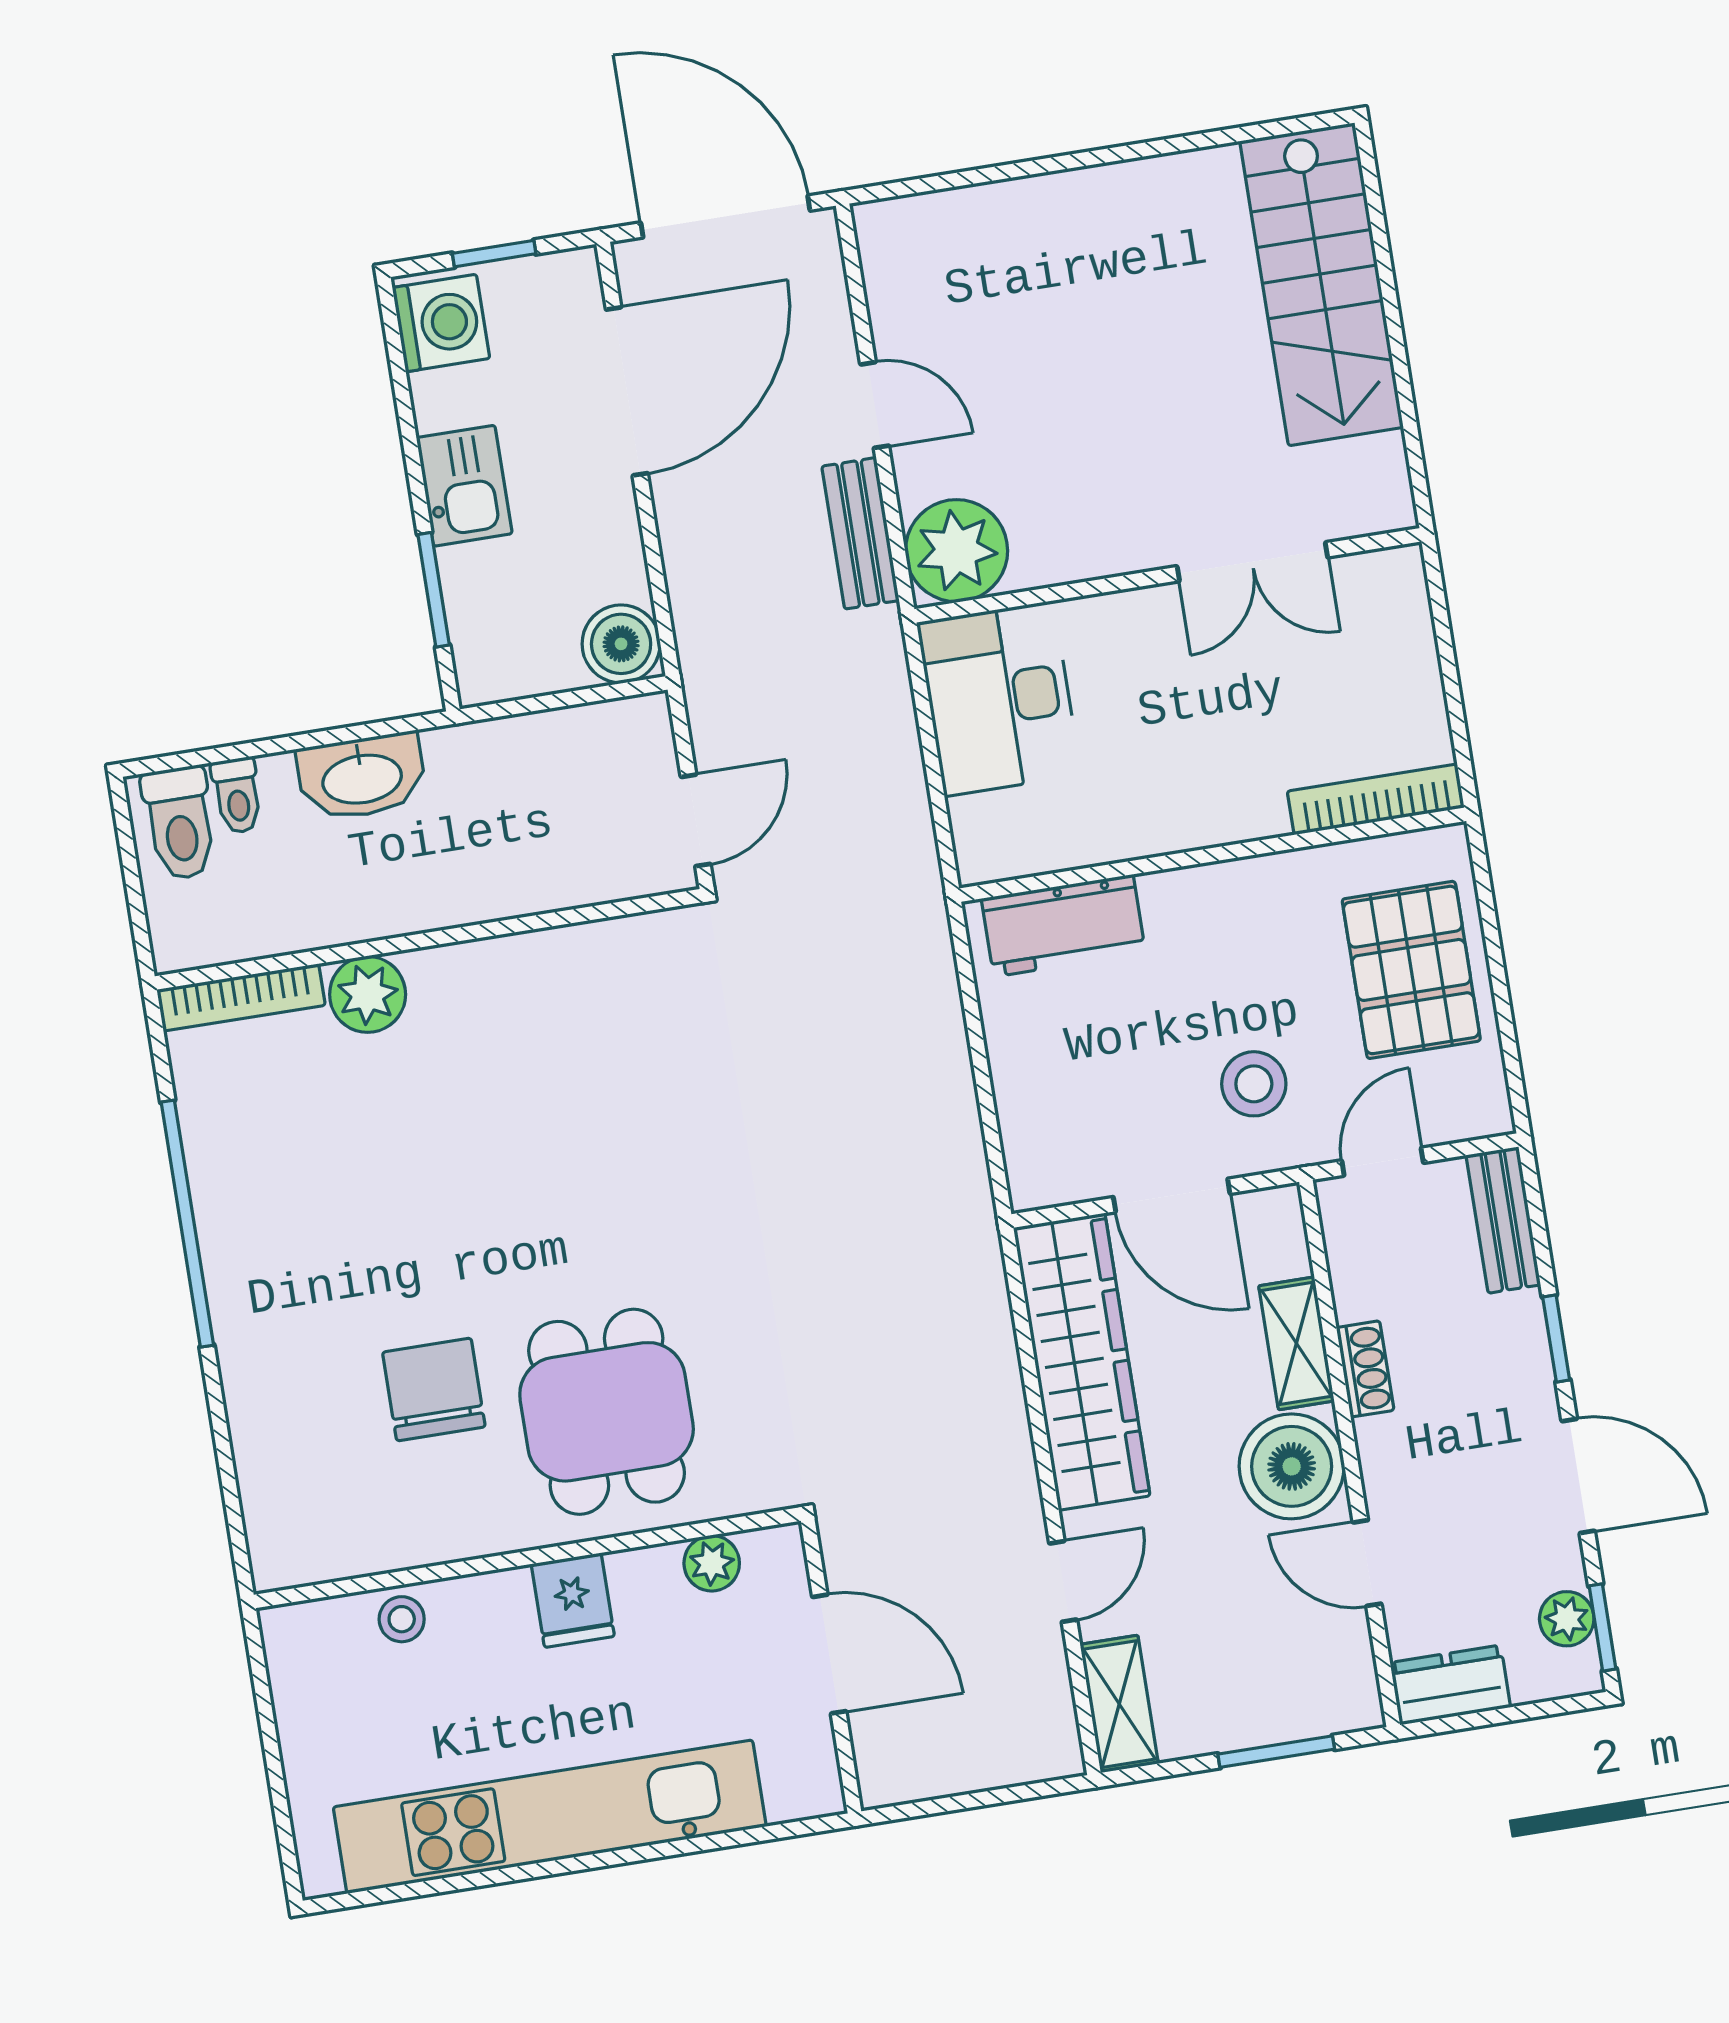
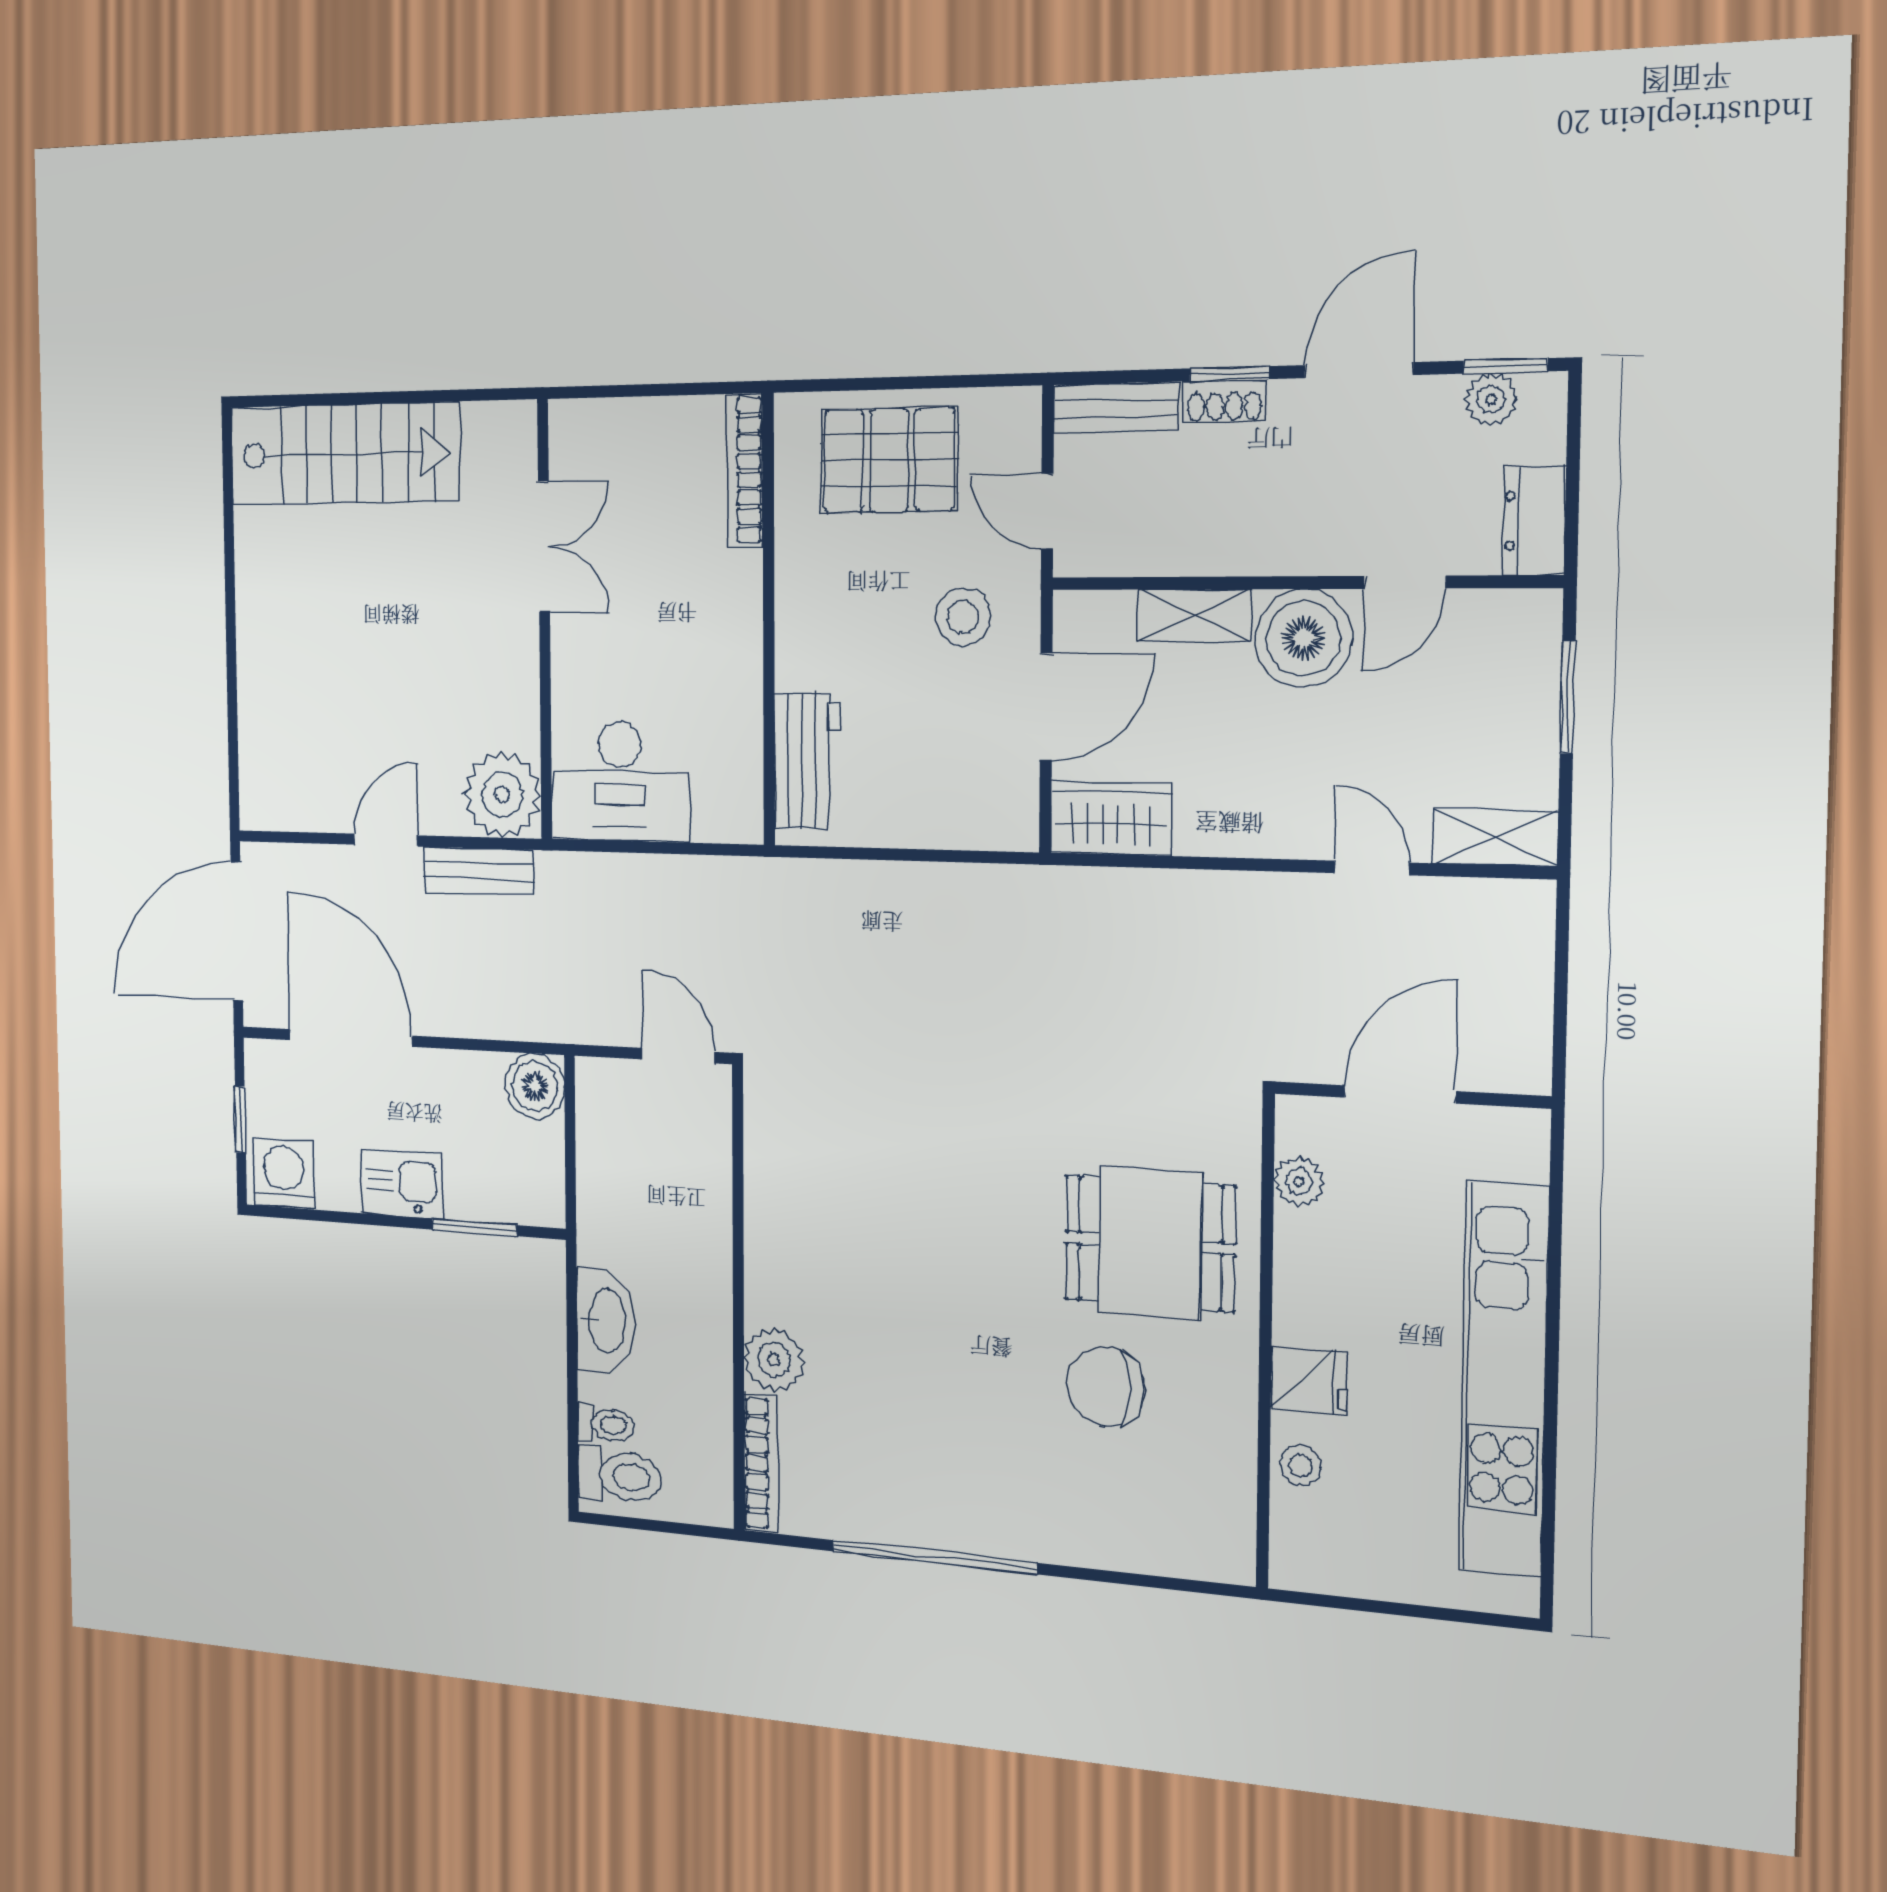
wardrobe: (1082, 1362) -> (1111, 819), width x0.48, depth x0.85
shoe rack: (1365, 1369) -> (1225, 401), moved, turned 180
fridge: (573, 1600) -> (1309, 1381), moved

